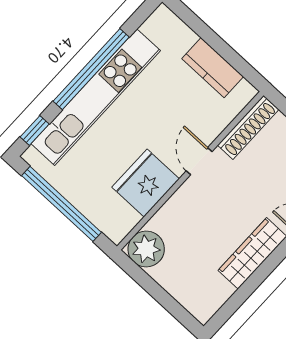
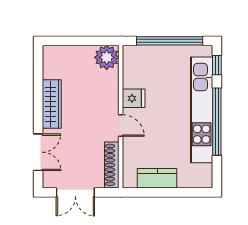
fridge: (146, 183) -> (134, 98), width x0.53, depth x0.75

